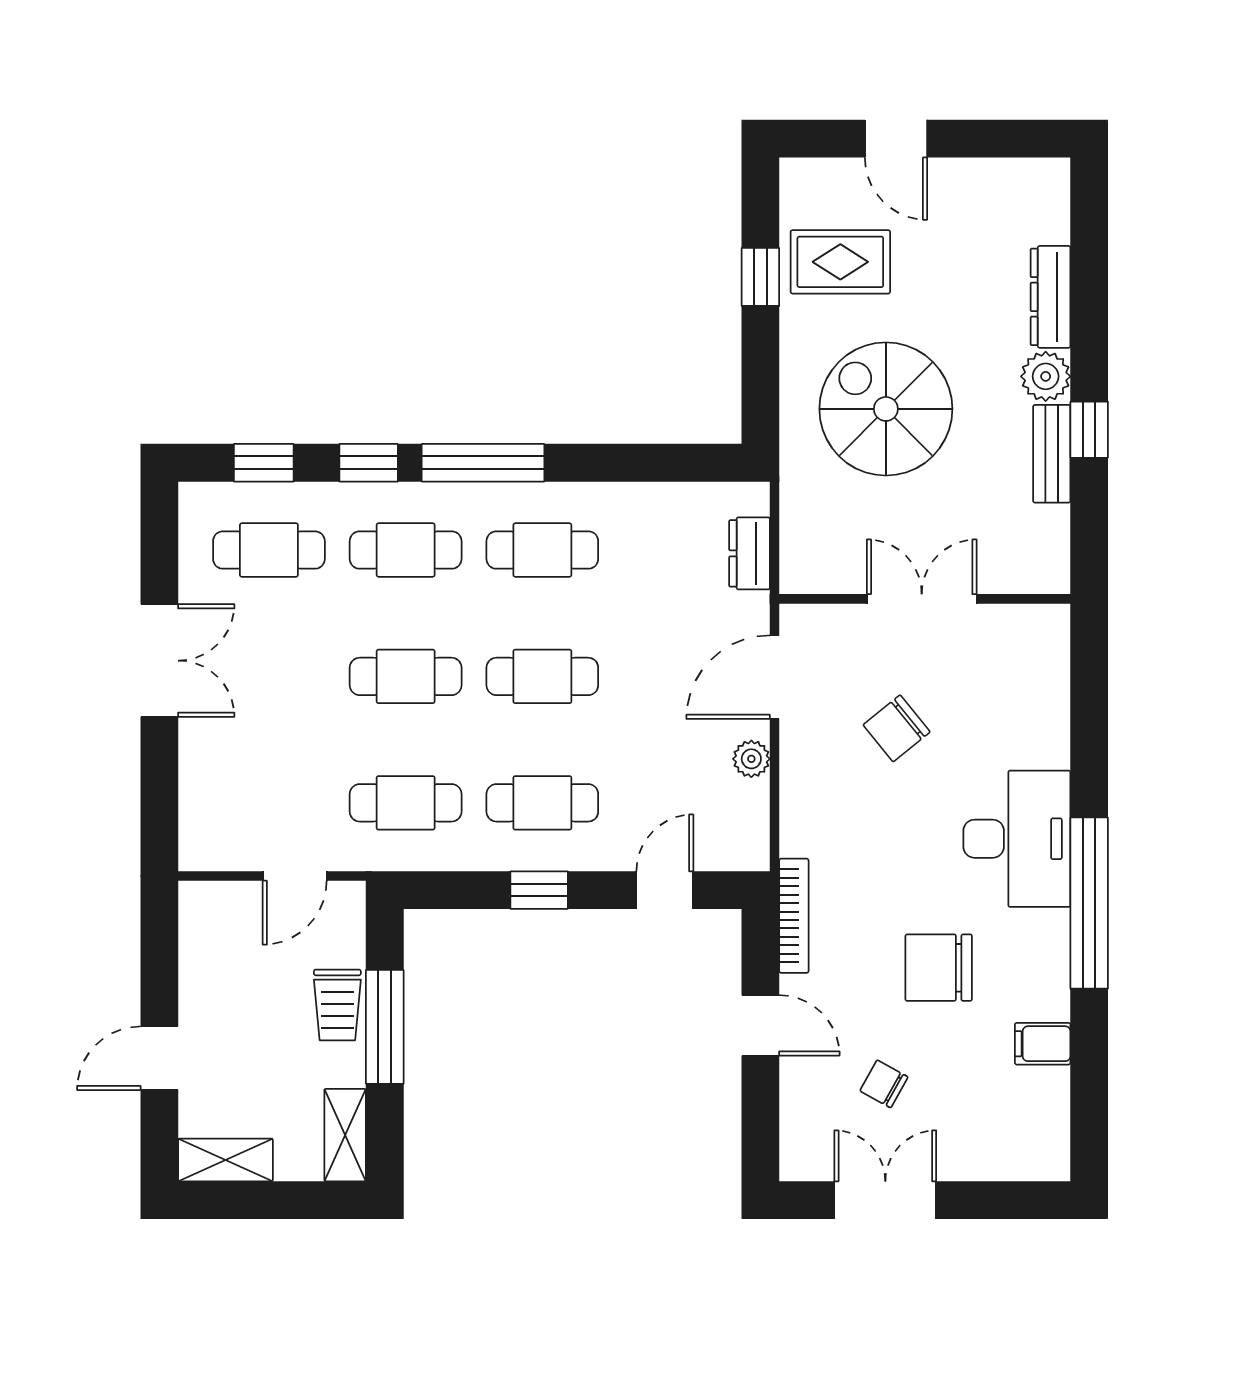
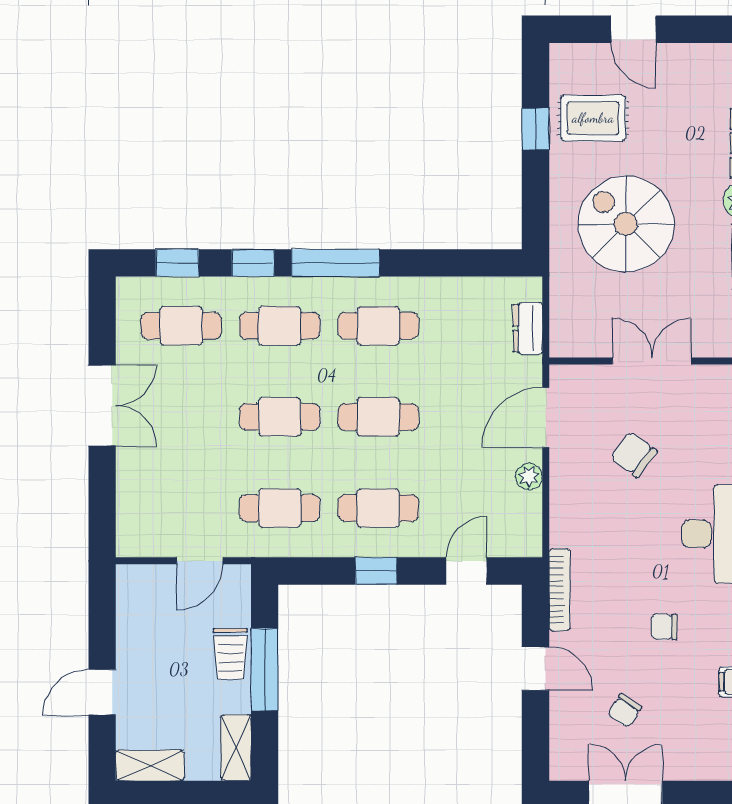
chair: (897, 728) -> (634, 454), turned 76
chair: (939, 968) -> (664, 627), width x0.54, depth x0.54
chair: (884, 1084) -> (625, 711), turned -86

